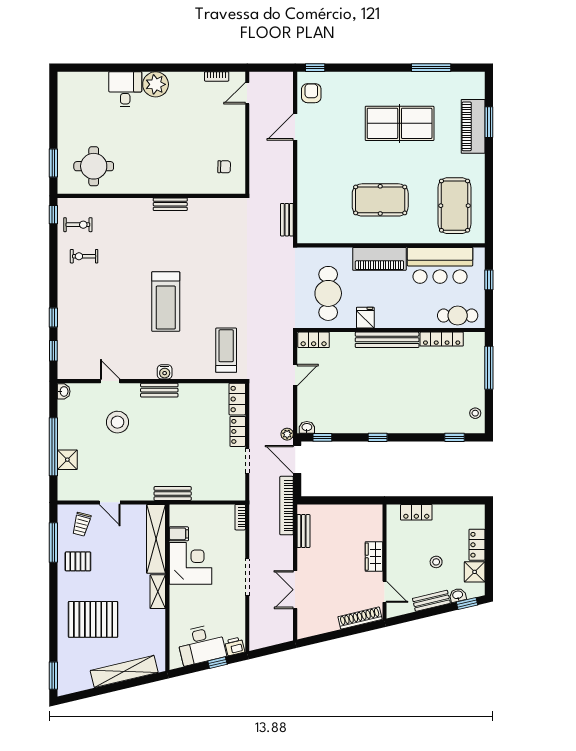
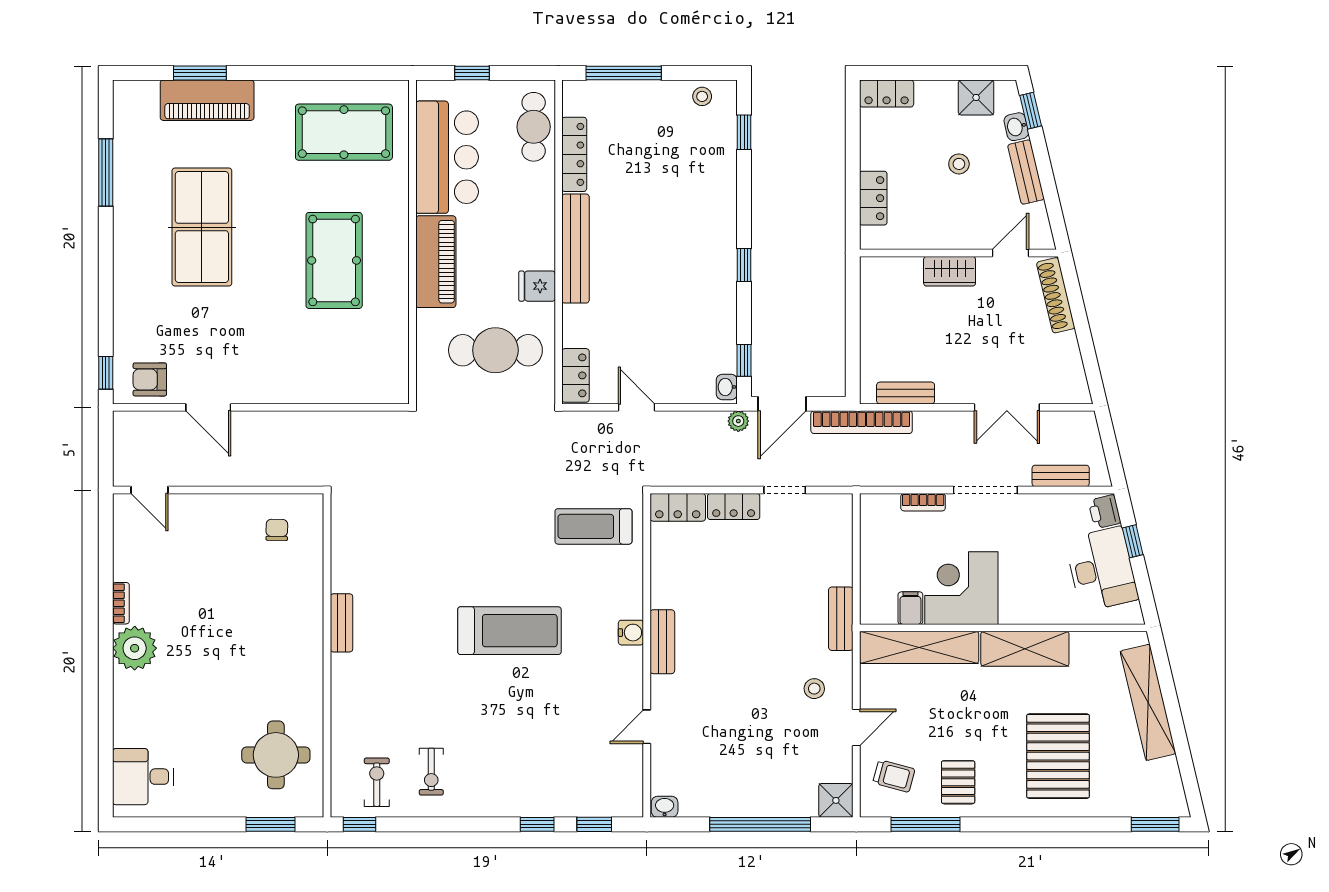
bookcase: (217, 76) -> (121, 603), moved
desk: (125, 89) -> (143, 777), moved
bench: (287, 220) -> (1061, 476), moved
stool: (118, 422) -> (814, 689), moved, width x0.53, depth x0.53
shower: (67, 460) -> (836, 800), moved
bookcase: (240, 517) -> (923, 502), moved
locker: (477, 545) -> (887, 93), moved
shelving: (158, 592) -> (1025, 649), width x1.50, depth x1.33

